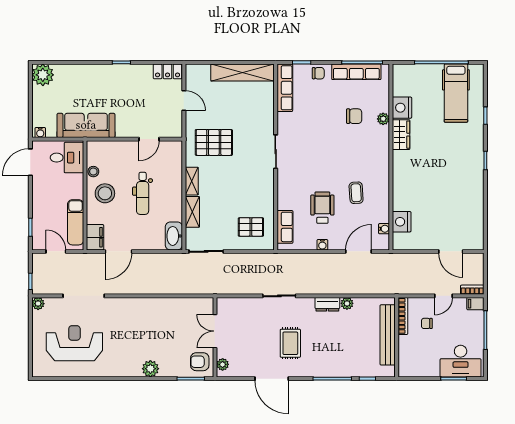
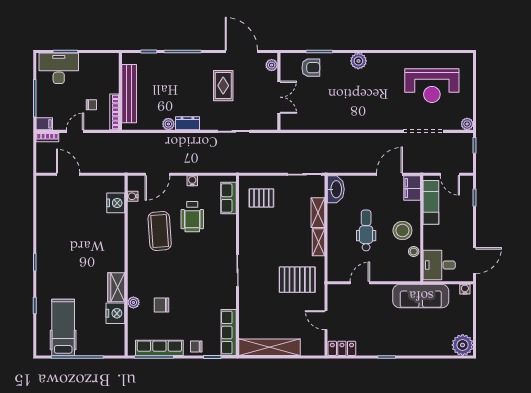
coffee table: (356, 193) -> (160, 231), width x1.86, depth x1.72
double door: (215, 331) -> (279, 97), moved
wall: (215, 337) -> (279, 91), moved
plant: (223, 364) -> (272, 65), moved

